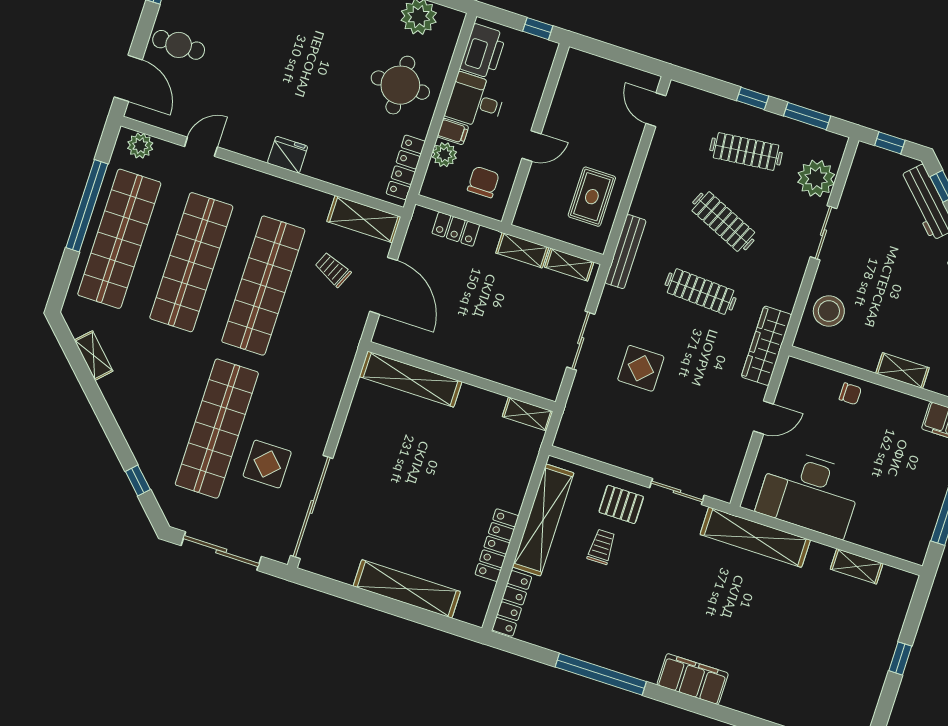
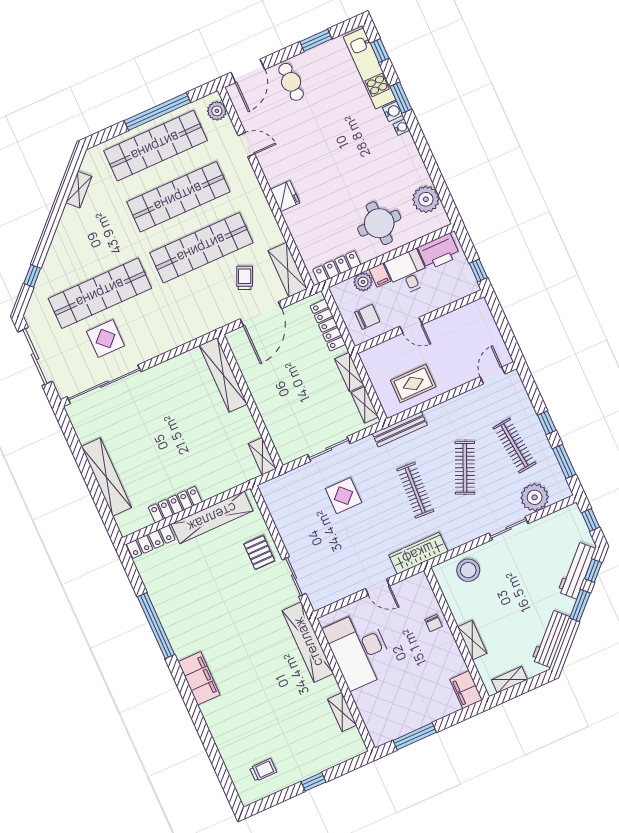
locker: (456, 229) -> (328, 325), width x1.53
trolley: (601, 547) -> (263, 770), moved

